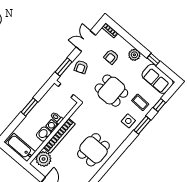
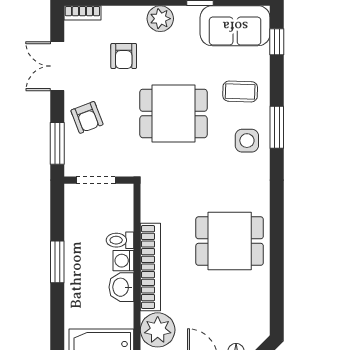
window: (159, 105) -> (277, 42), moved
dining table: (93, 150) -> (230, 241), turned 90

